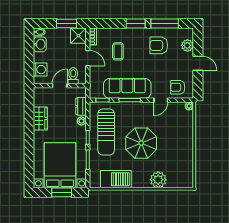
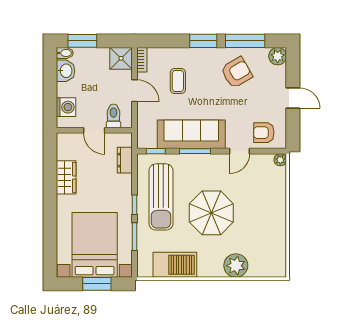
window: (66, 23) -> (82, 41), moved
armchair: (159, 45) -> (237, 72), turned 150
plant: (187, 45) -> (278, 56), moved
door: (60, 86) -> (94, 130), swing flipped
plant: (81, 121) -> (125, 181), removed

